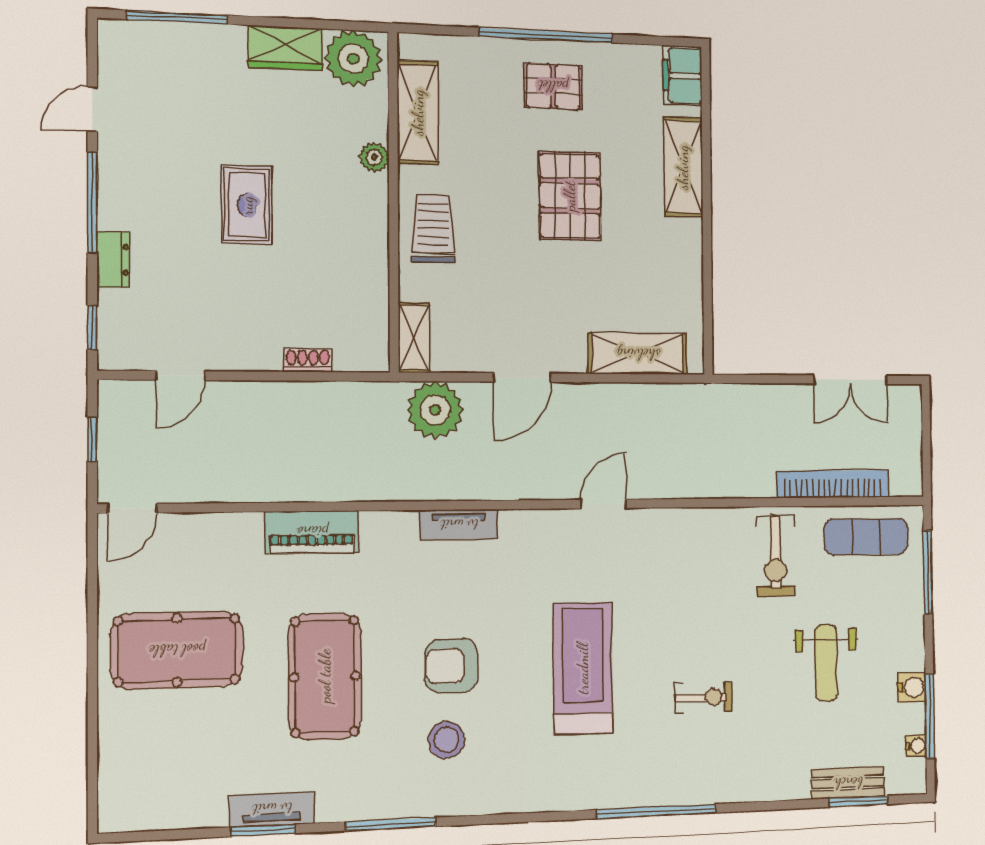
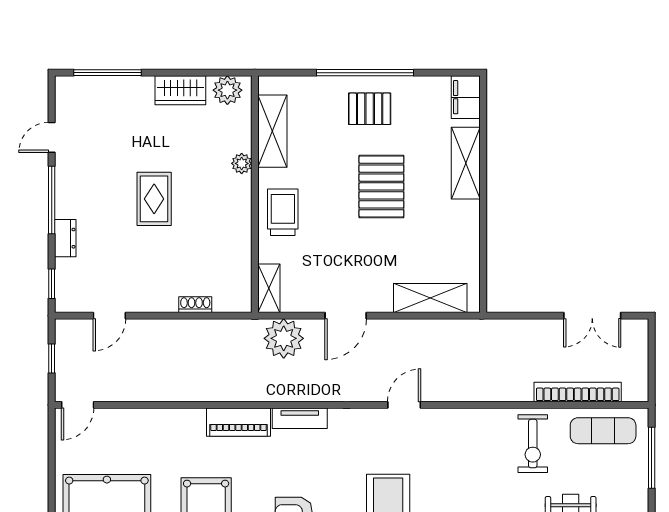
plant: (353, 59) -> (227, 90), width x0.73, depth x0.73
piano: (312, 532) -> (239, 422), moved

